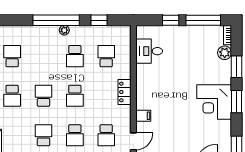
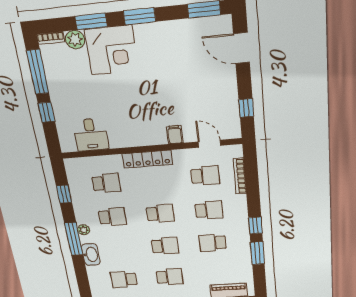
window: (56, 20) -> (74, 239), width x0.68
washbasin: (40, 32) -> (91, 254), added
school desk: (106, 56) -> (106, 183), turned 180
locker: (125, 92) -> (147, 159), width x1.53
school desk: (43, 96) -> (165, 246), turned 180
corner desk: (214, 102) -> (112, 50), moved

